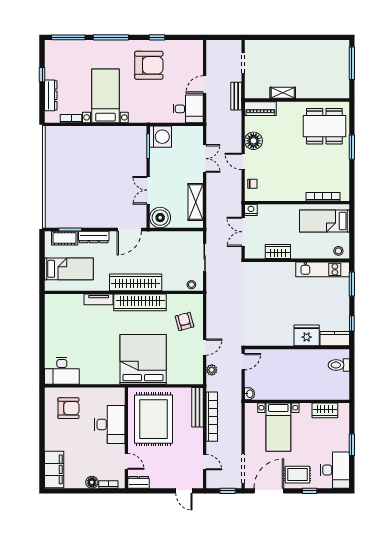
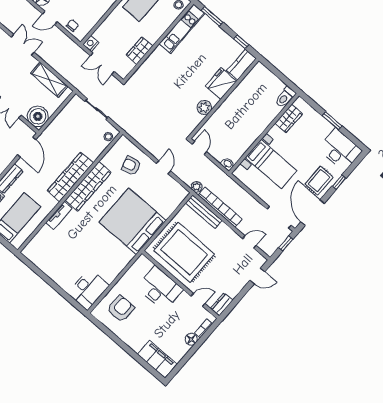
plant: (277, 339) -> (204, 108), added
toilet: (339, 365) -> (285, 97), moved
plant: (212, 370) -> (197, 187), moved

